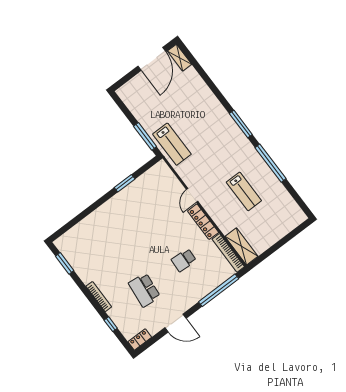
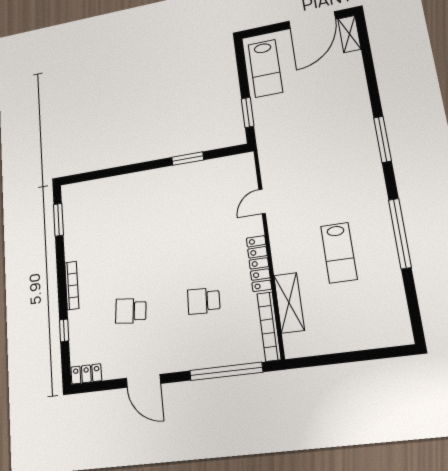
window: (241, 124) -> (383, 139), moved
window: (145, 136) -> (248, 112), width x0.69
lab bench: (172, 144) -> (265, 68), moved
door: (192, 195) -> (262, 202), moved
shelving: (241, 246) -> (289, 303), moved
school desk: (144, 290) -> (131, 311), width x0.54

